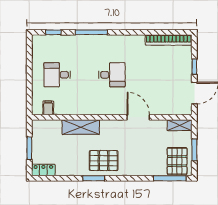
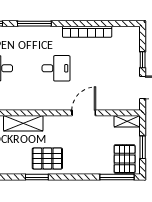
bookcase: (169, 40) -> (87, 32), moved
door: (138, 117) -> (84, 113), hinge flipped

